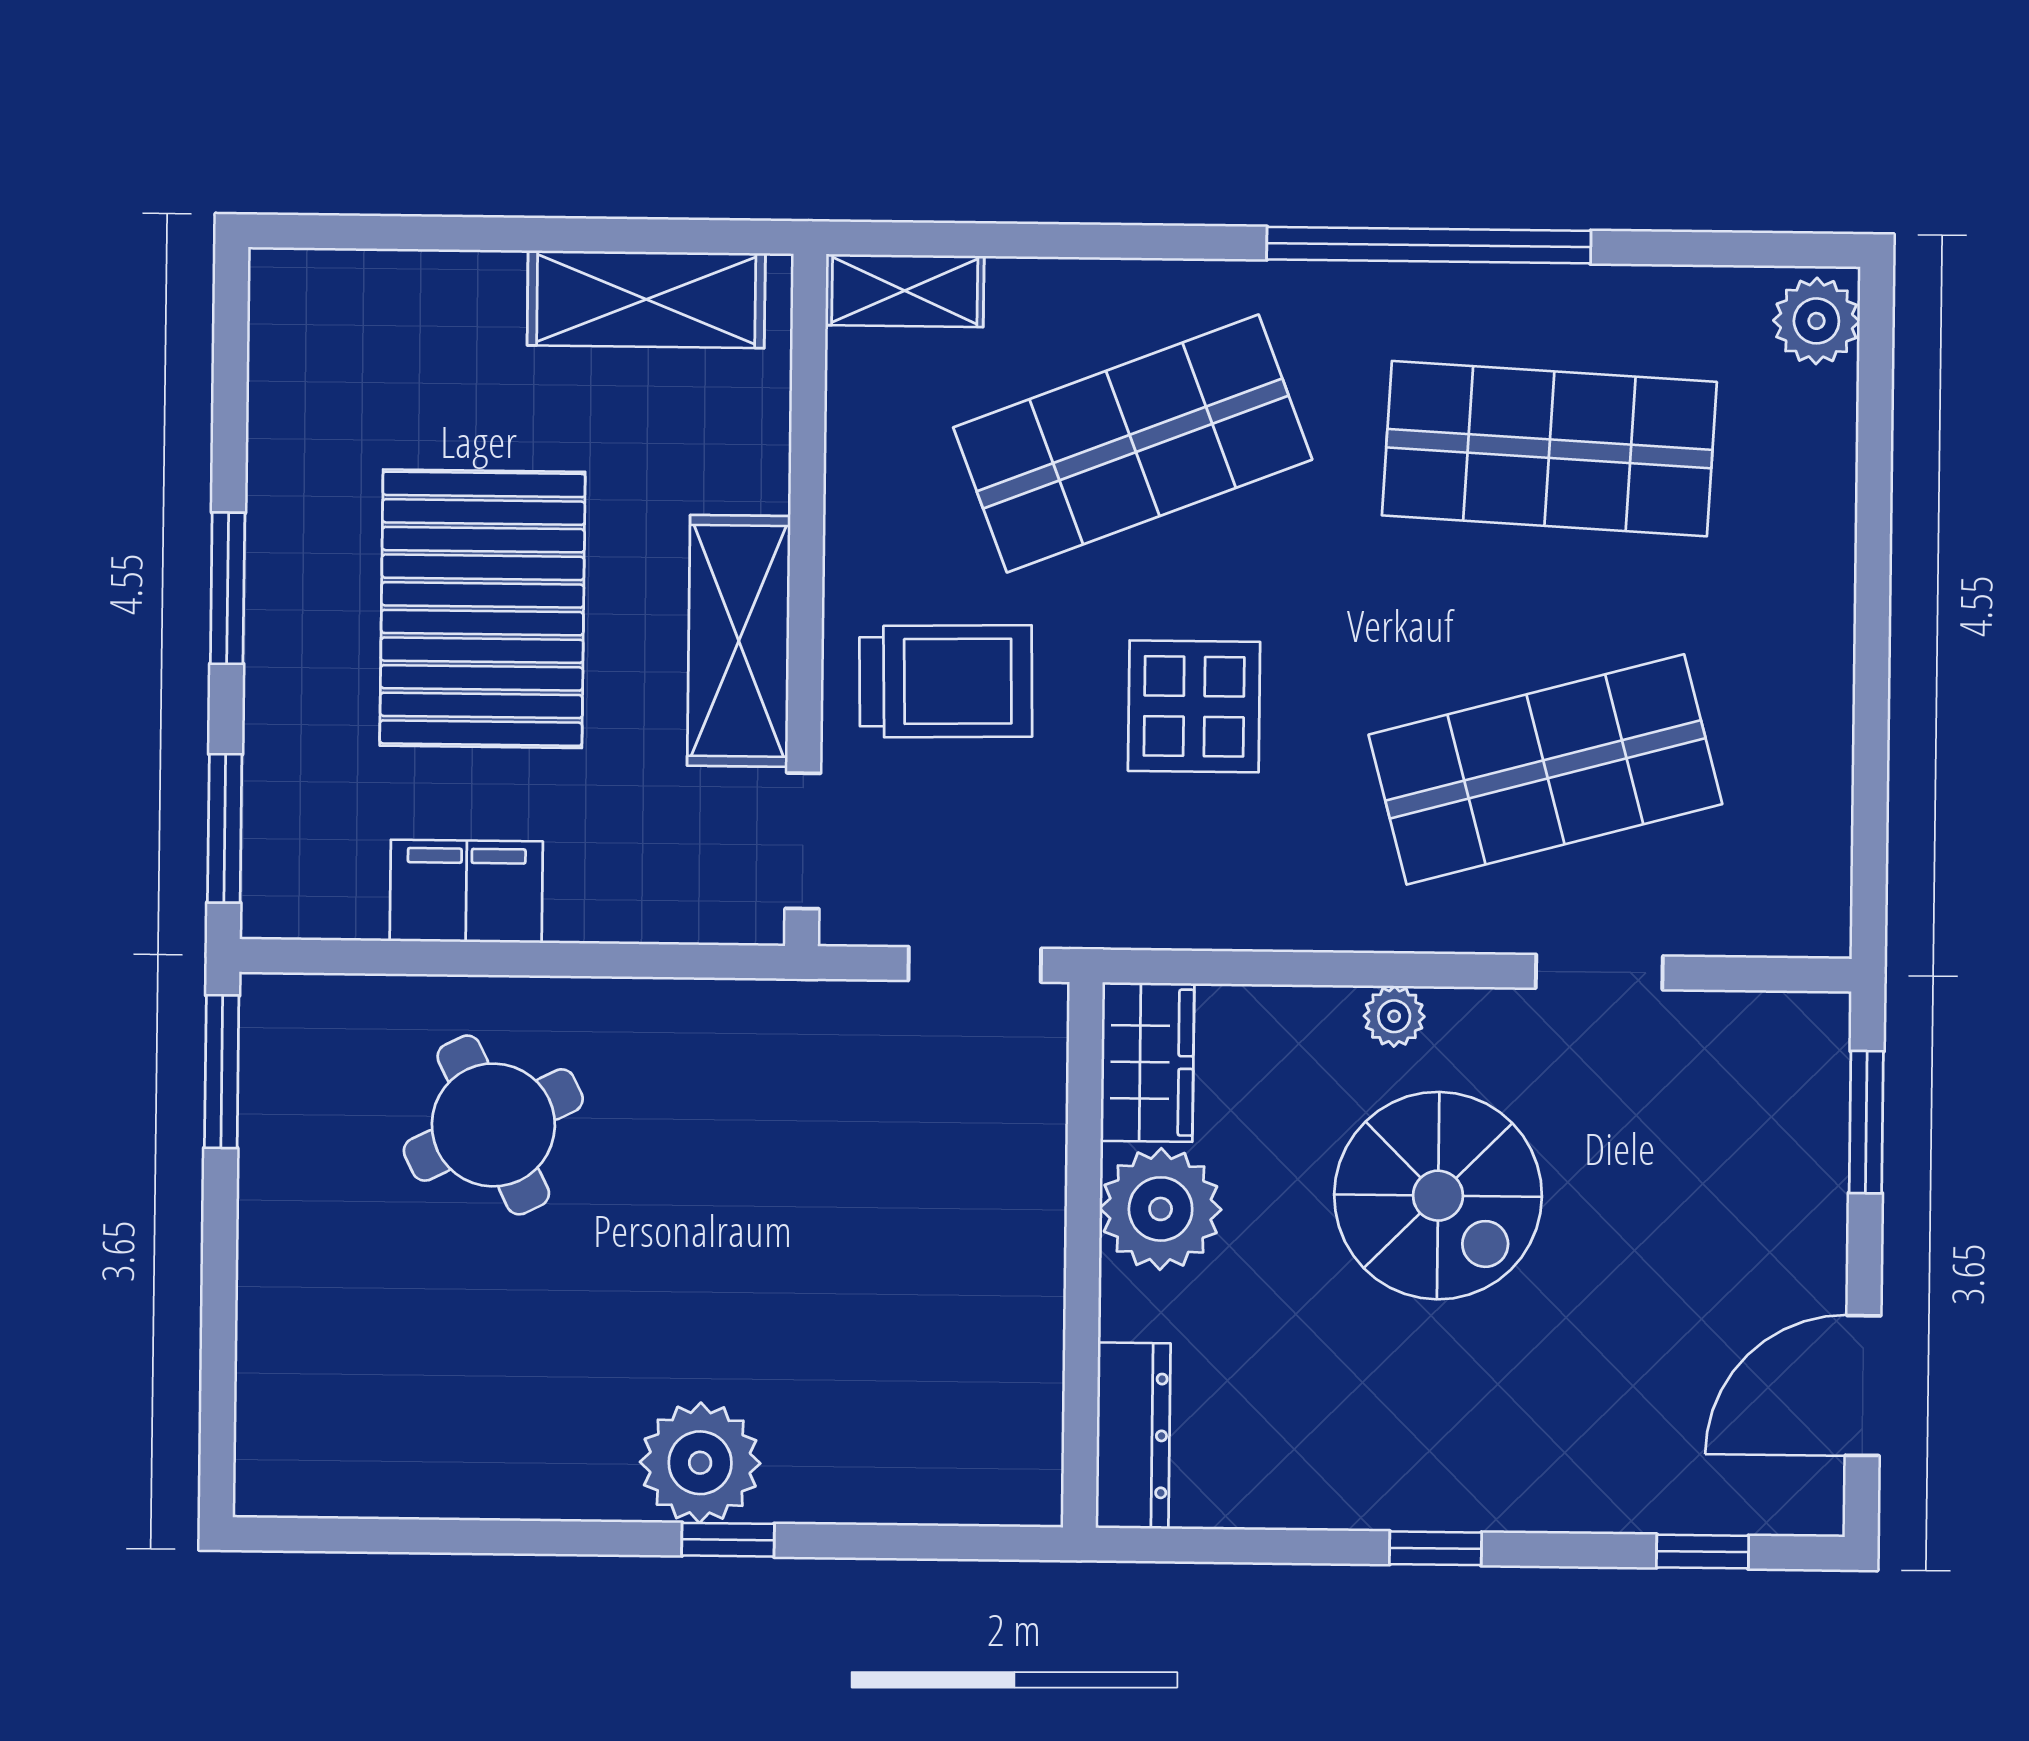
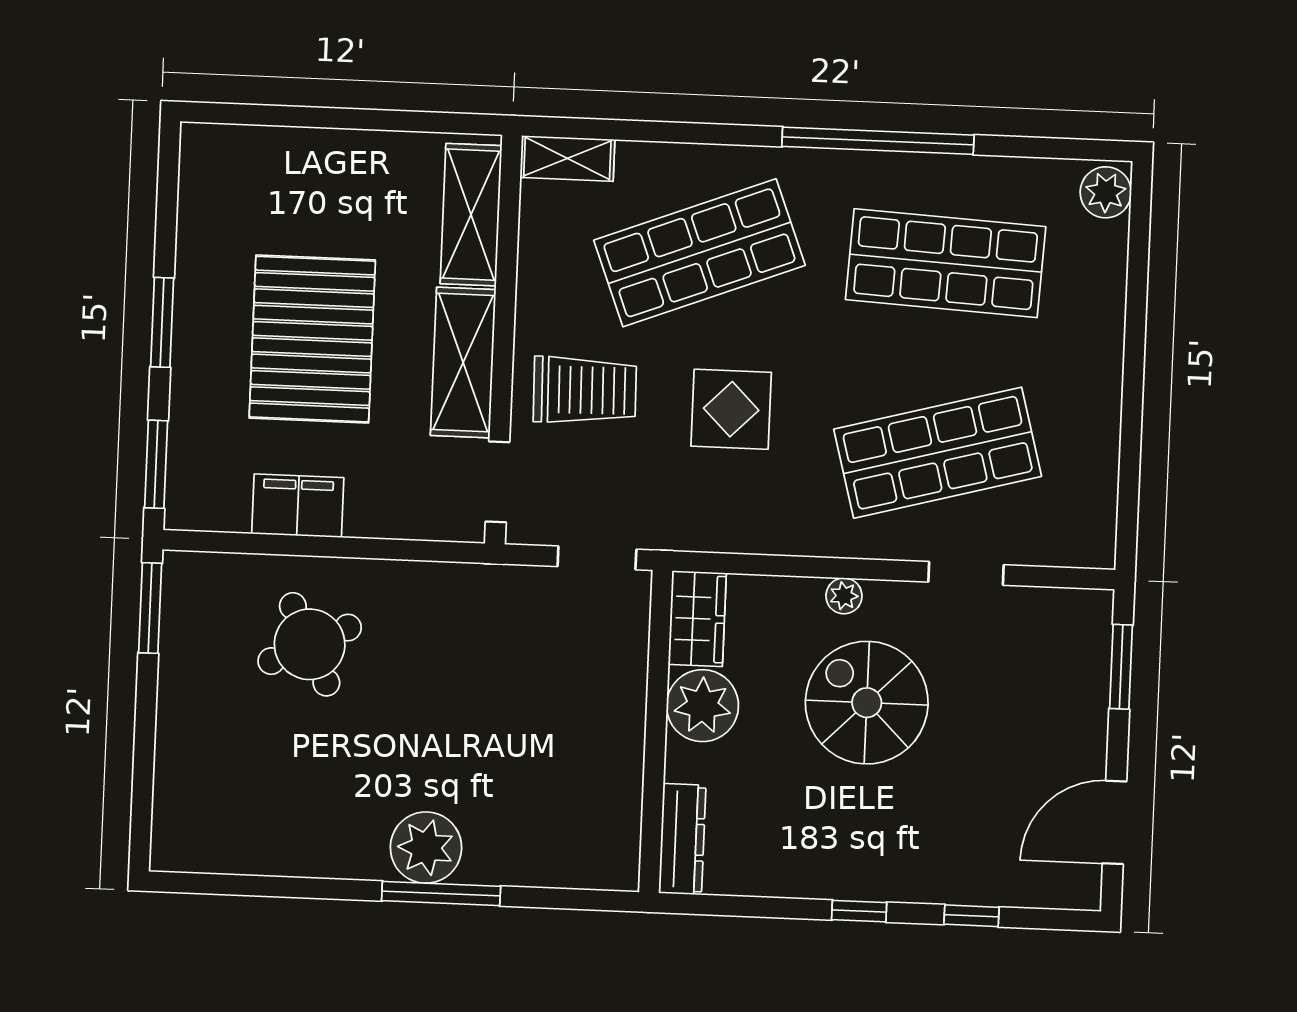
shelving: (646, 299) -> (471, 215), moved, turned 90
spiral stairs: (1438, 1196) -> (867, 703), turned 180
window: (728, 1540) -> (441, 894), width x2.17
window: (1703, 1552) -> (972, 916), moved

